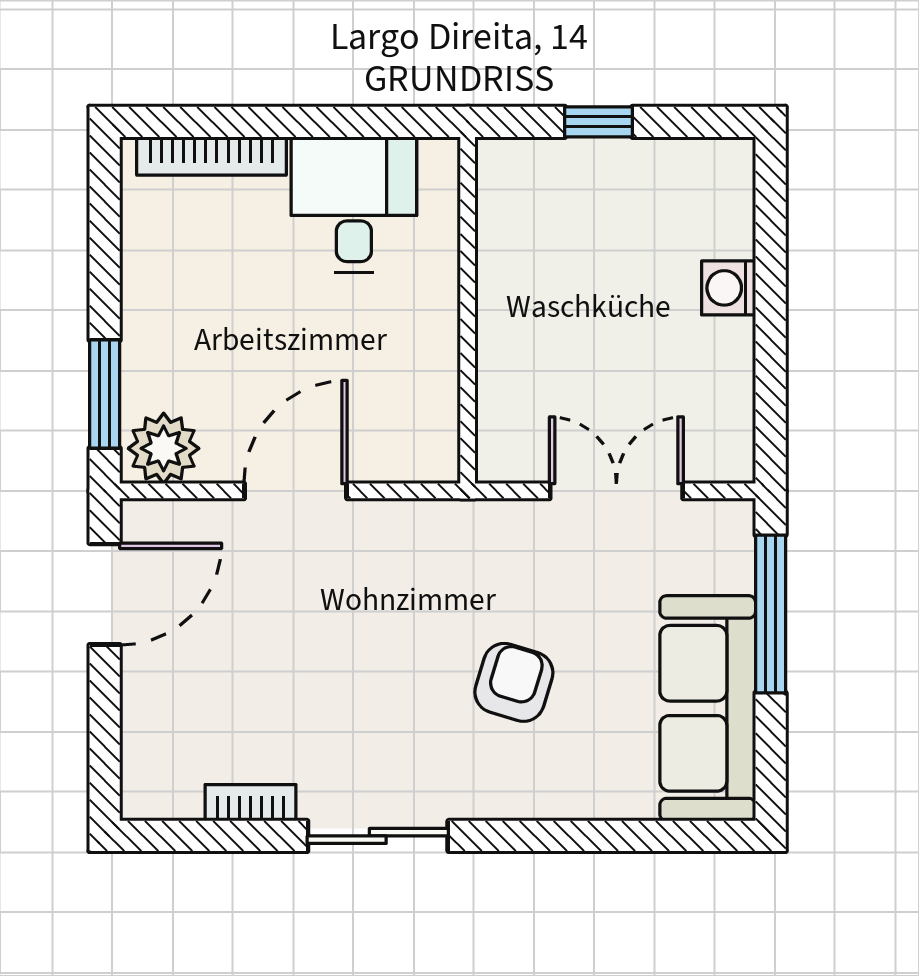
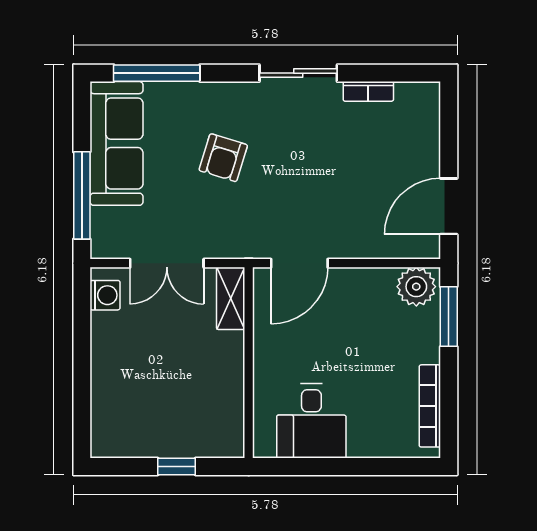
bookcase: (211, 156) -> (430, 406), moved, turned -90
washing machine: (729, 288) -> (105, 295), moved
shelving: (500, 427) -> (231, 298), added
door: (296, 491) -> (299, 263), moved
window: (635, 836) -> (157, 73), added

